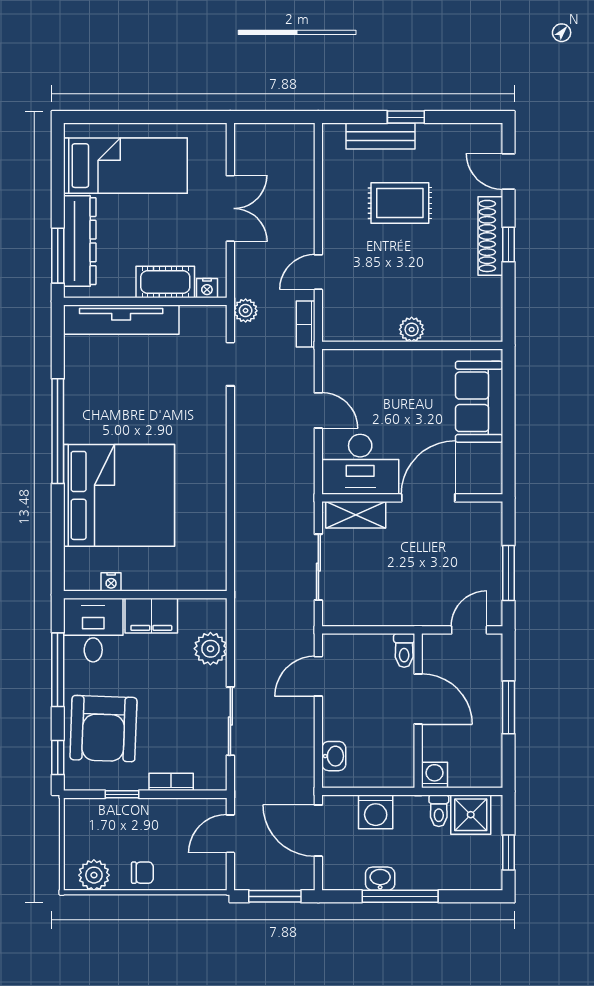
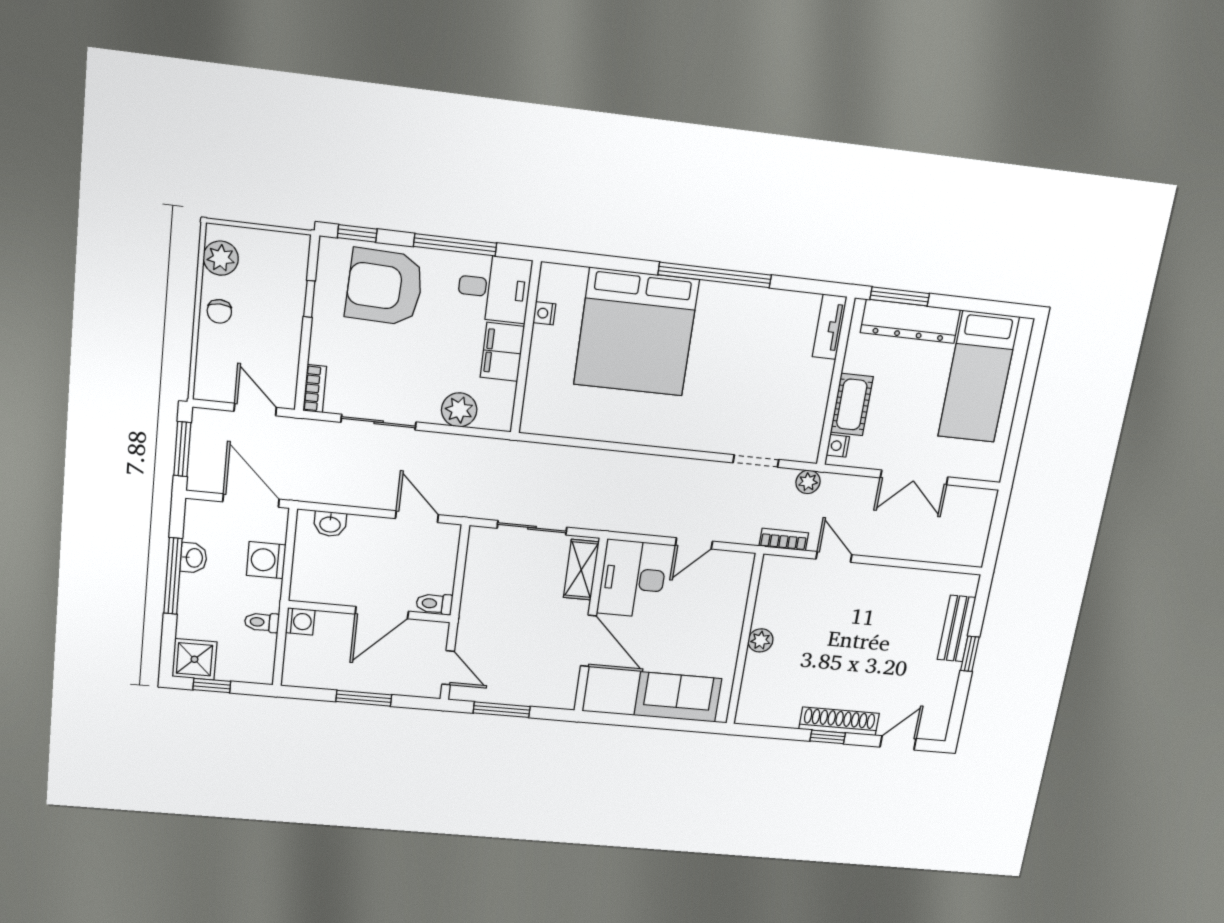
rug: (400, 203) -> (887, 641), removed
tv unit: (121, 320) -> (830, 327), width x0.52, depth x0.78
bookcase: (171, 782) -> (315, 389), moved
shower: (471, 815) -> (194, 659), moved
door: (318, 831) -> (251, 501), hinge flipped

